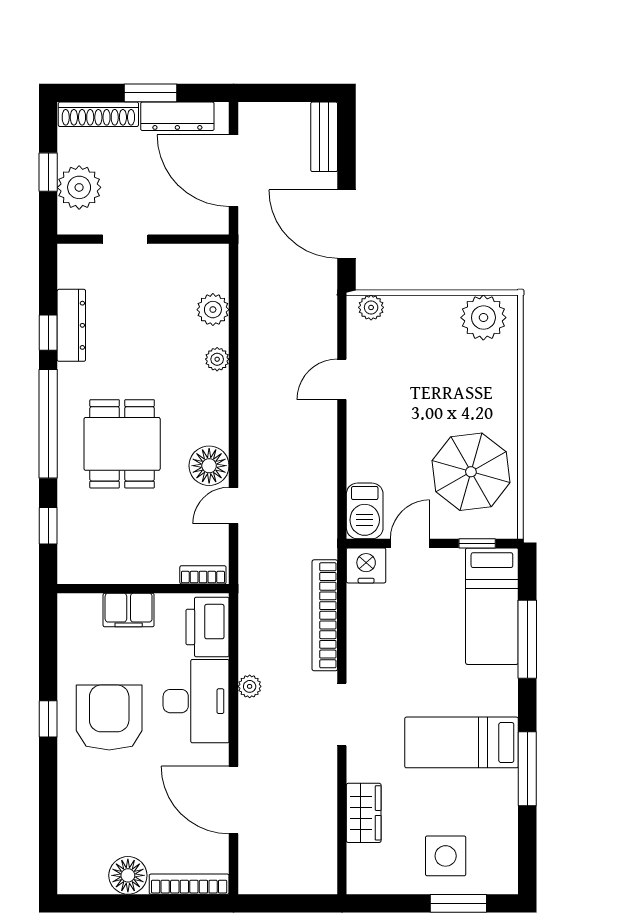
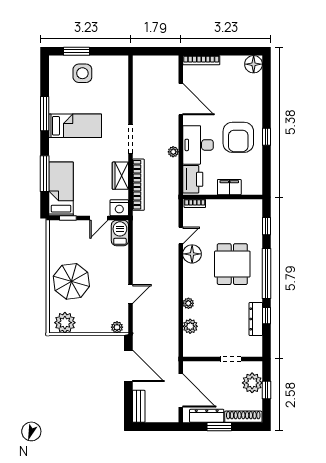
parasol: (471, 472) -> (71, 281), moved
wardrobe: (364, 813) -> (120, 176), moved
floor lamp: (128, 875) -> (254, 64), moved

